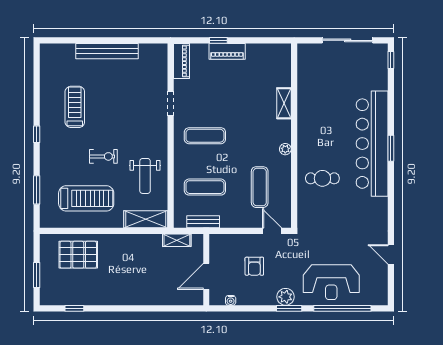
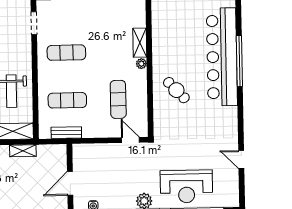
shelving: (284, 103) -> (140, 43), moved
window: (391, 148) -> (239, 61), width x2.11
cafe table: (322, 178) -> (176, 90), turned 46
shelving: (177, 240) -> (23, 151), moved
armchair: (254, 266) -> (115, 173), removed

